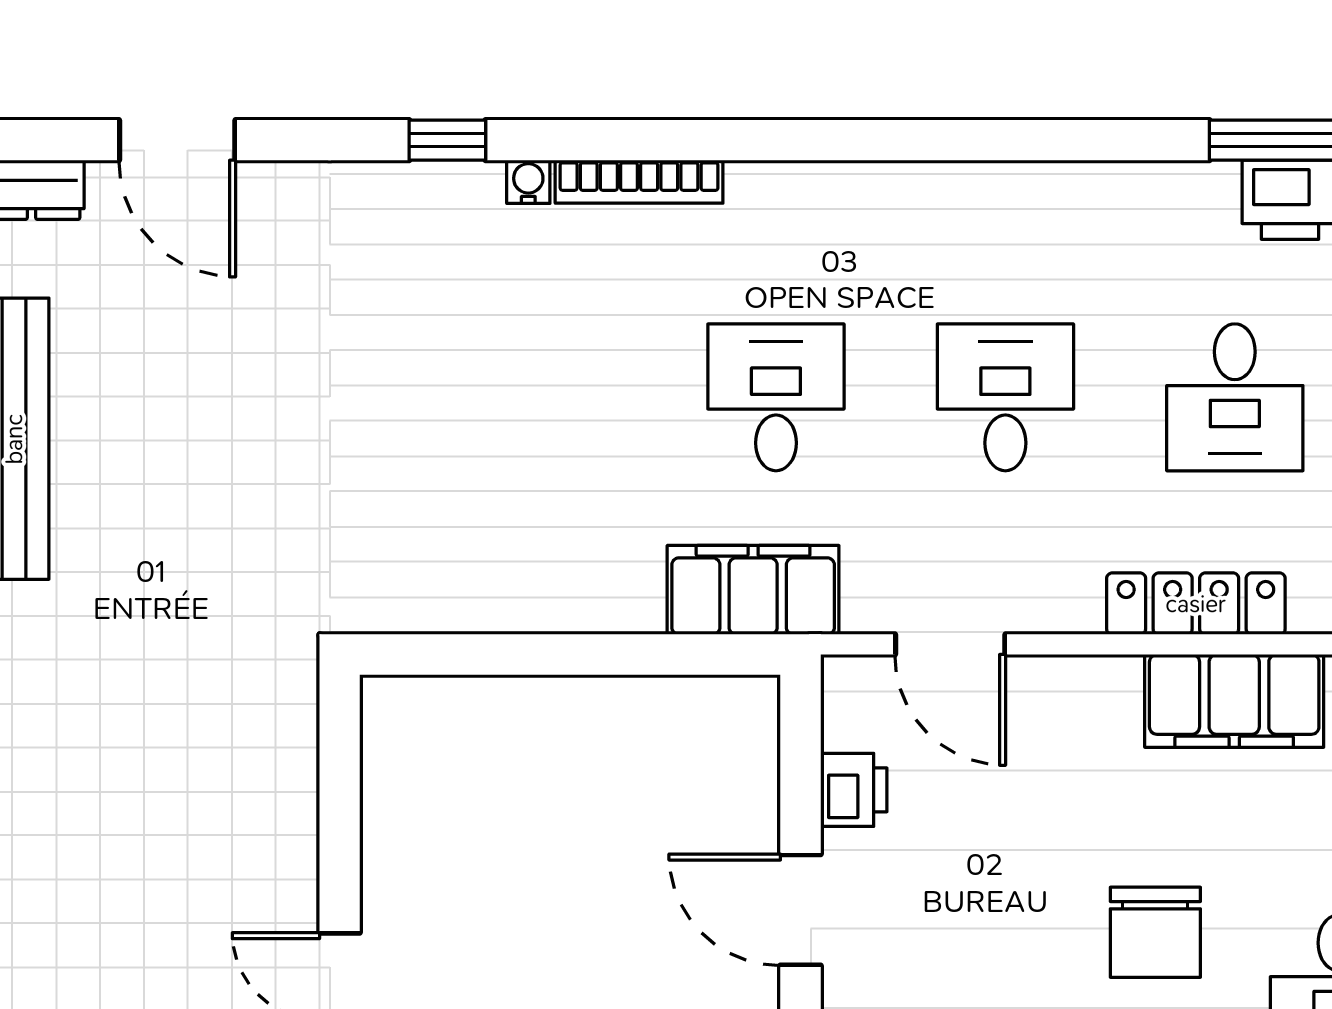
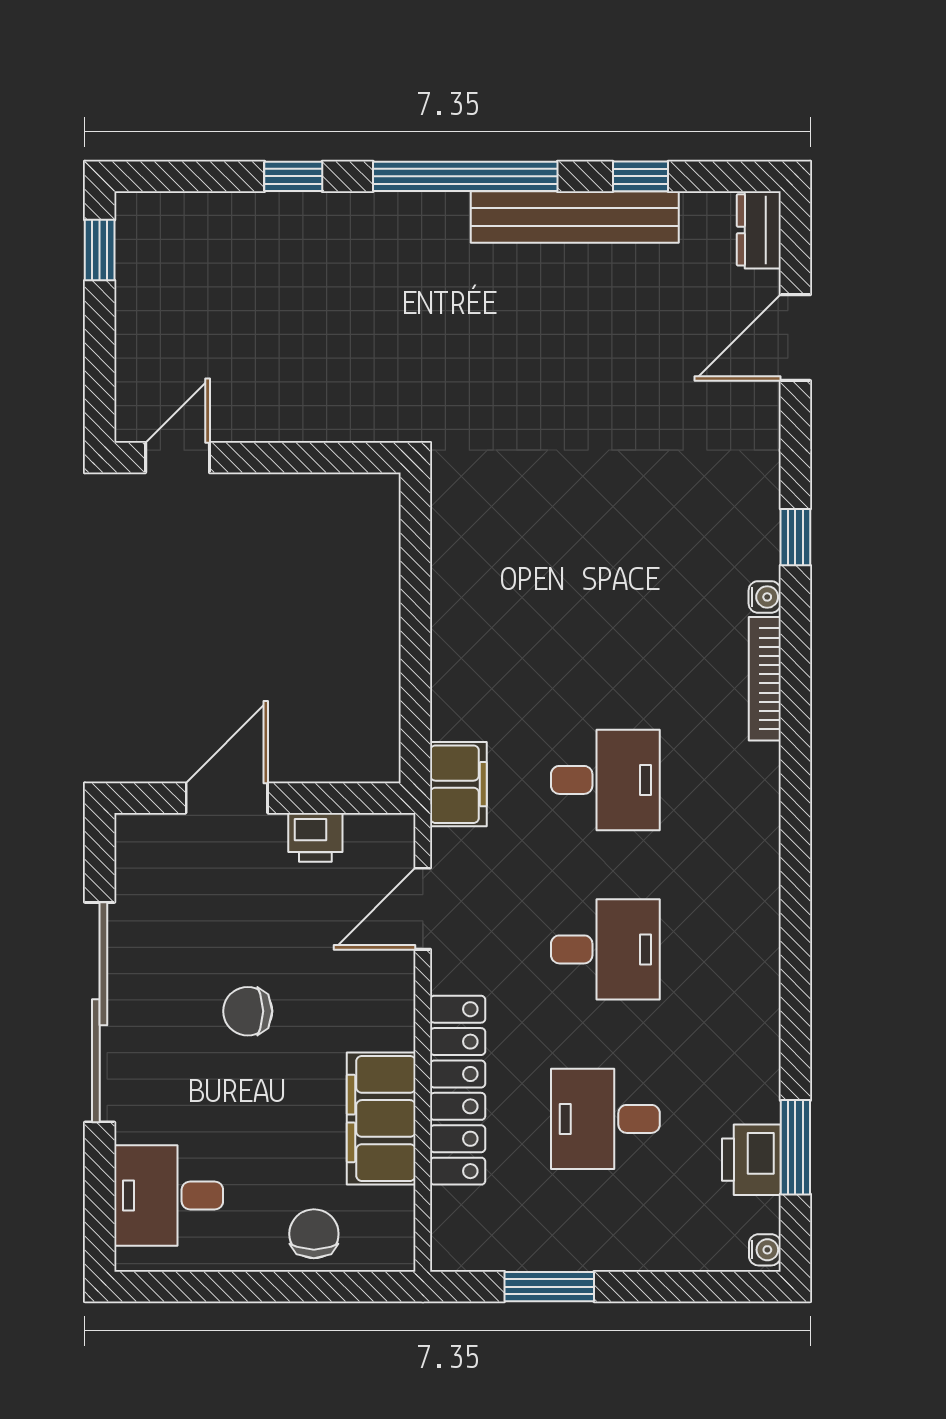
filing cabinet: (753, 590) -> (458, 784), width x0.67, depth x0.86
locker: (1196, 604) -> (458, 1090), width x1.41, depth x1.21
chair: (1155, 932) -> (248, 1011), moved, width x0.73, depth x0.73

